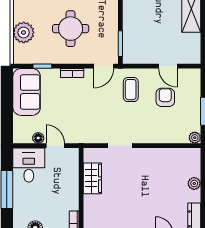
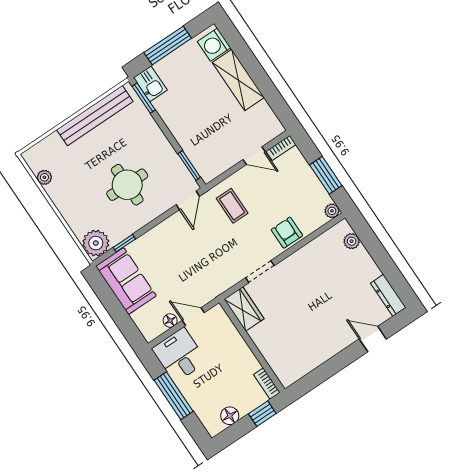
plant: (24, 32) -> (96, 243), moved
bookcase: (72, 73) -> (281, 148), moved
armchair: (165, 97) -> (287, 233), moved
wardrobe: (92, 178) -> (244, 309), moved
plant: (194, 183) -> (352, 241), moved

